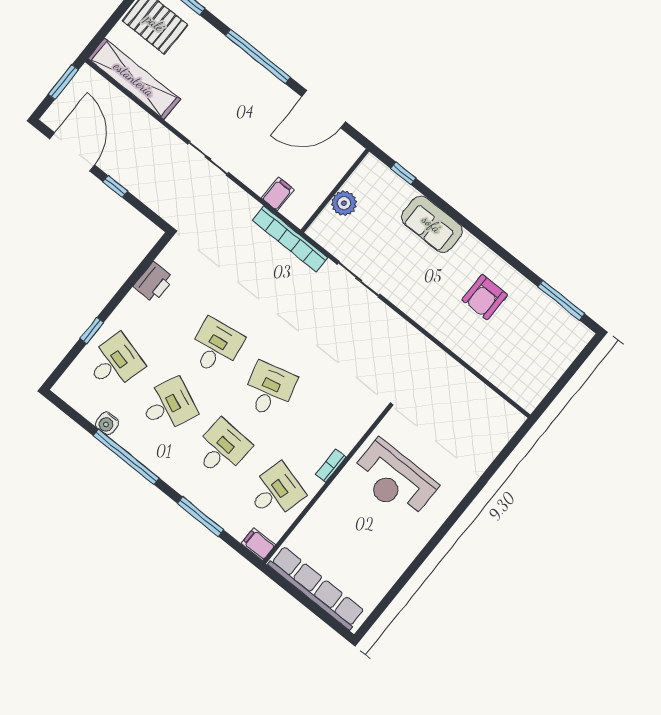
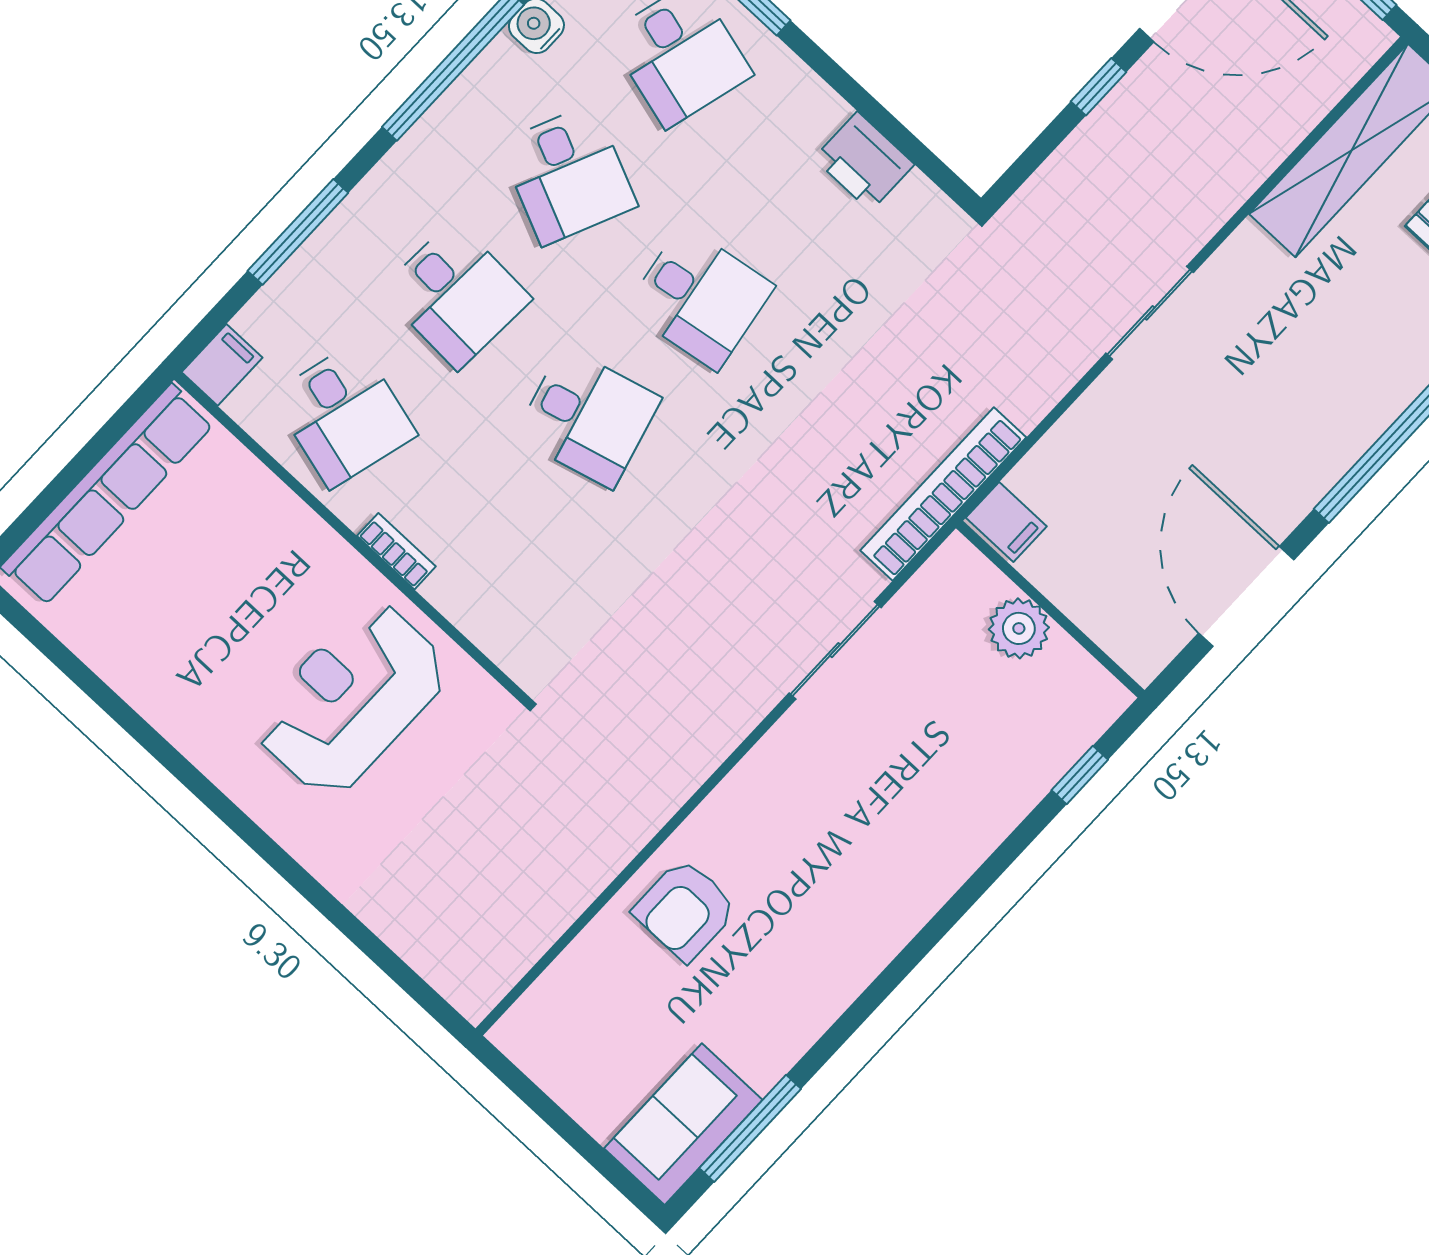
filing cabinet: (278, 194) -> (1006, 522), moved
sofa: (432, 224) -> (683, 1124), moved
armchair: (485, 297) -> (685, 910), moved, turned -90

